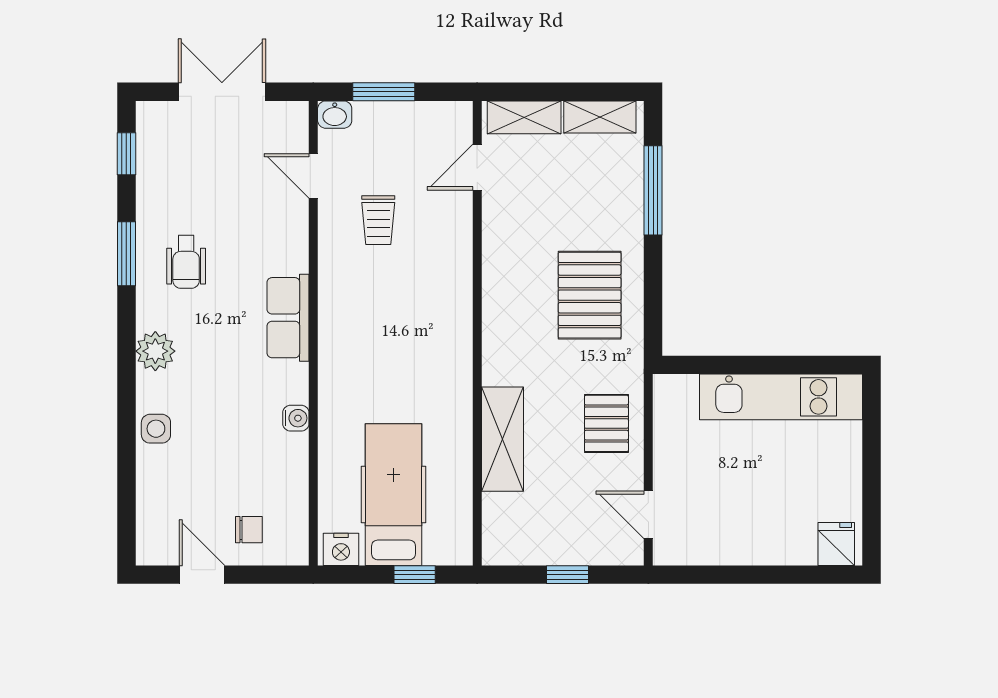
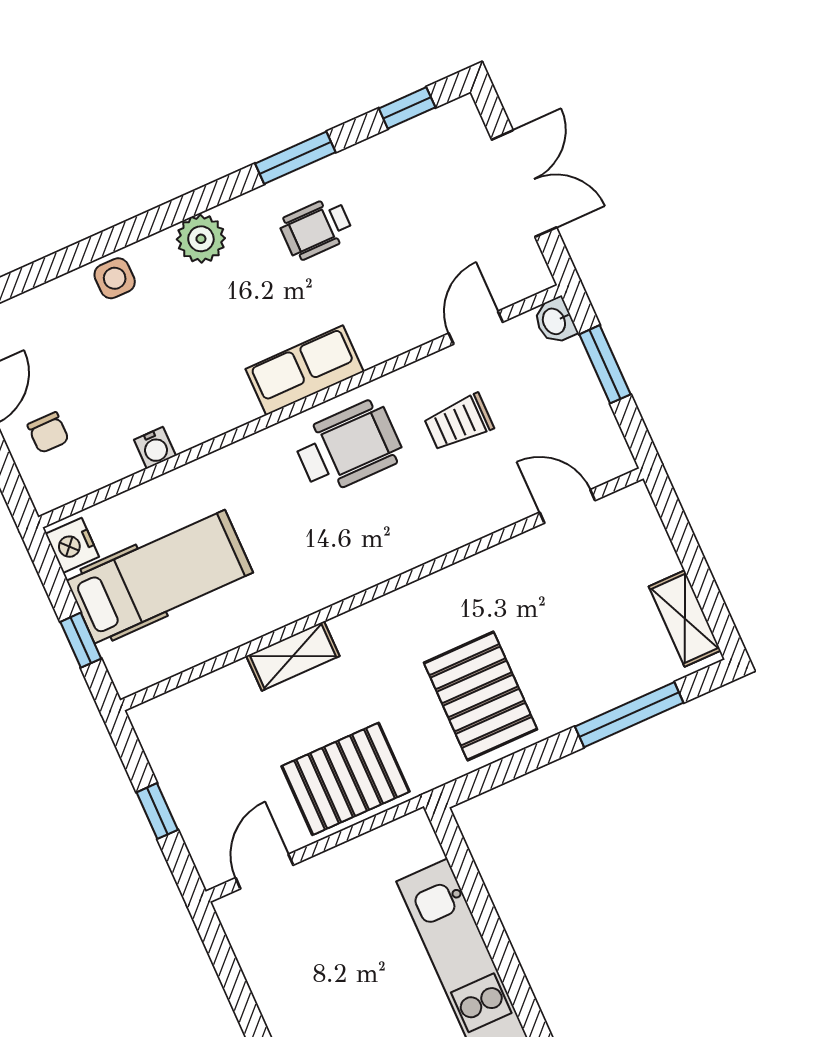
shelving: (524, 117) -> (646, 534), removed
pallet: (590, 295) -> (481, 696), turned 90
wheelchair: (360, 311) -> (348, 447), added
water cooler: (296, 418) -> (155, 448), moved
pallet: (606, 423) -> (346, 779), width x1.50, depth x1.42
shelving: (502, 439) -> (293, 656), width x0.67, depth x0.75

